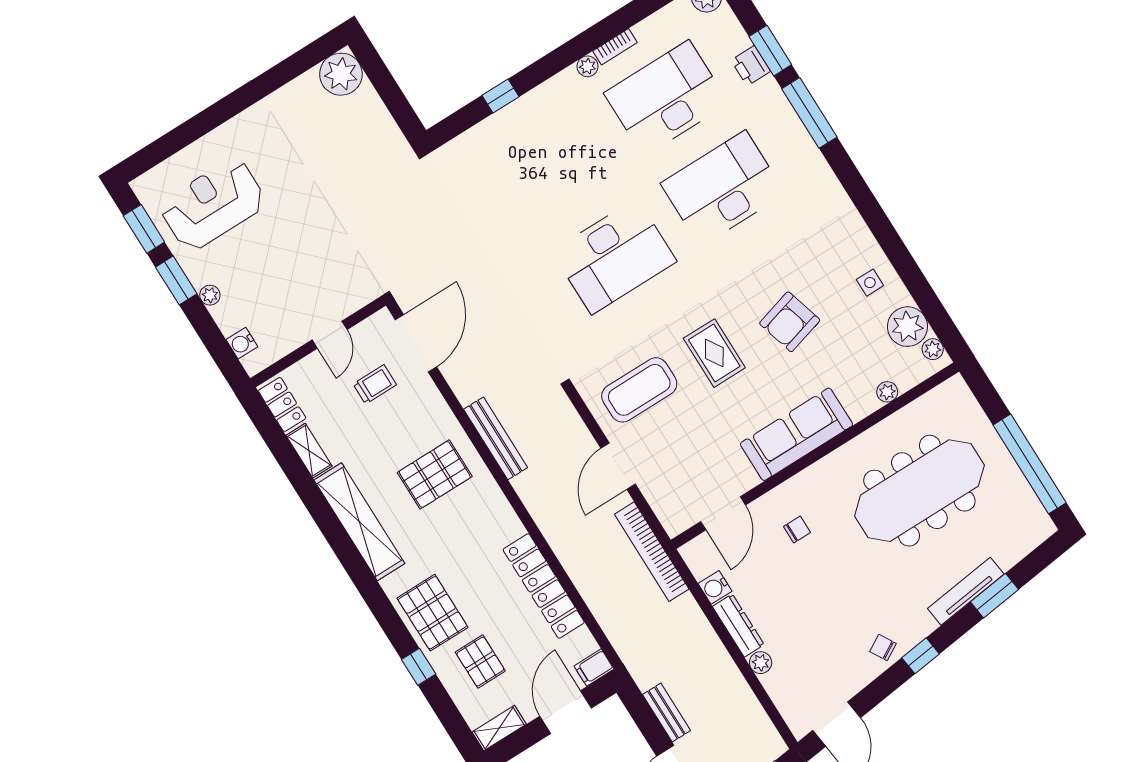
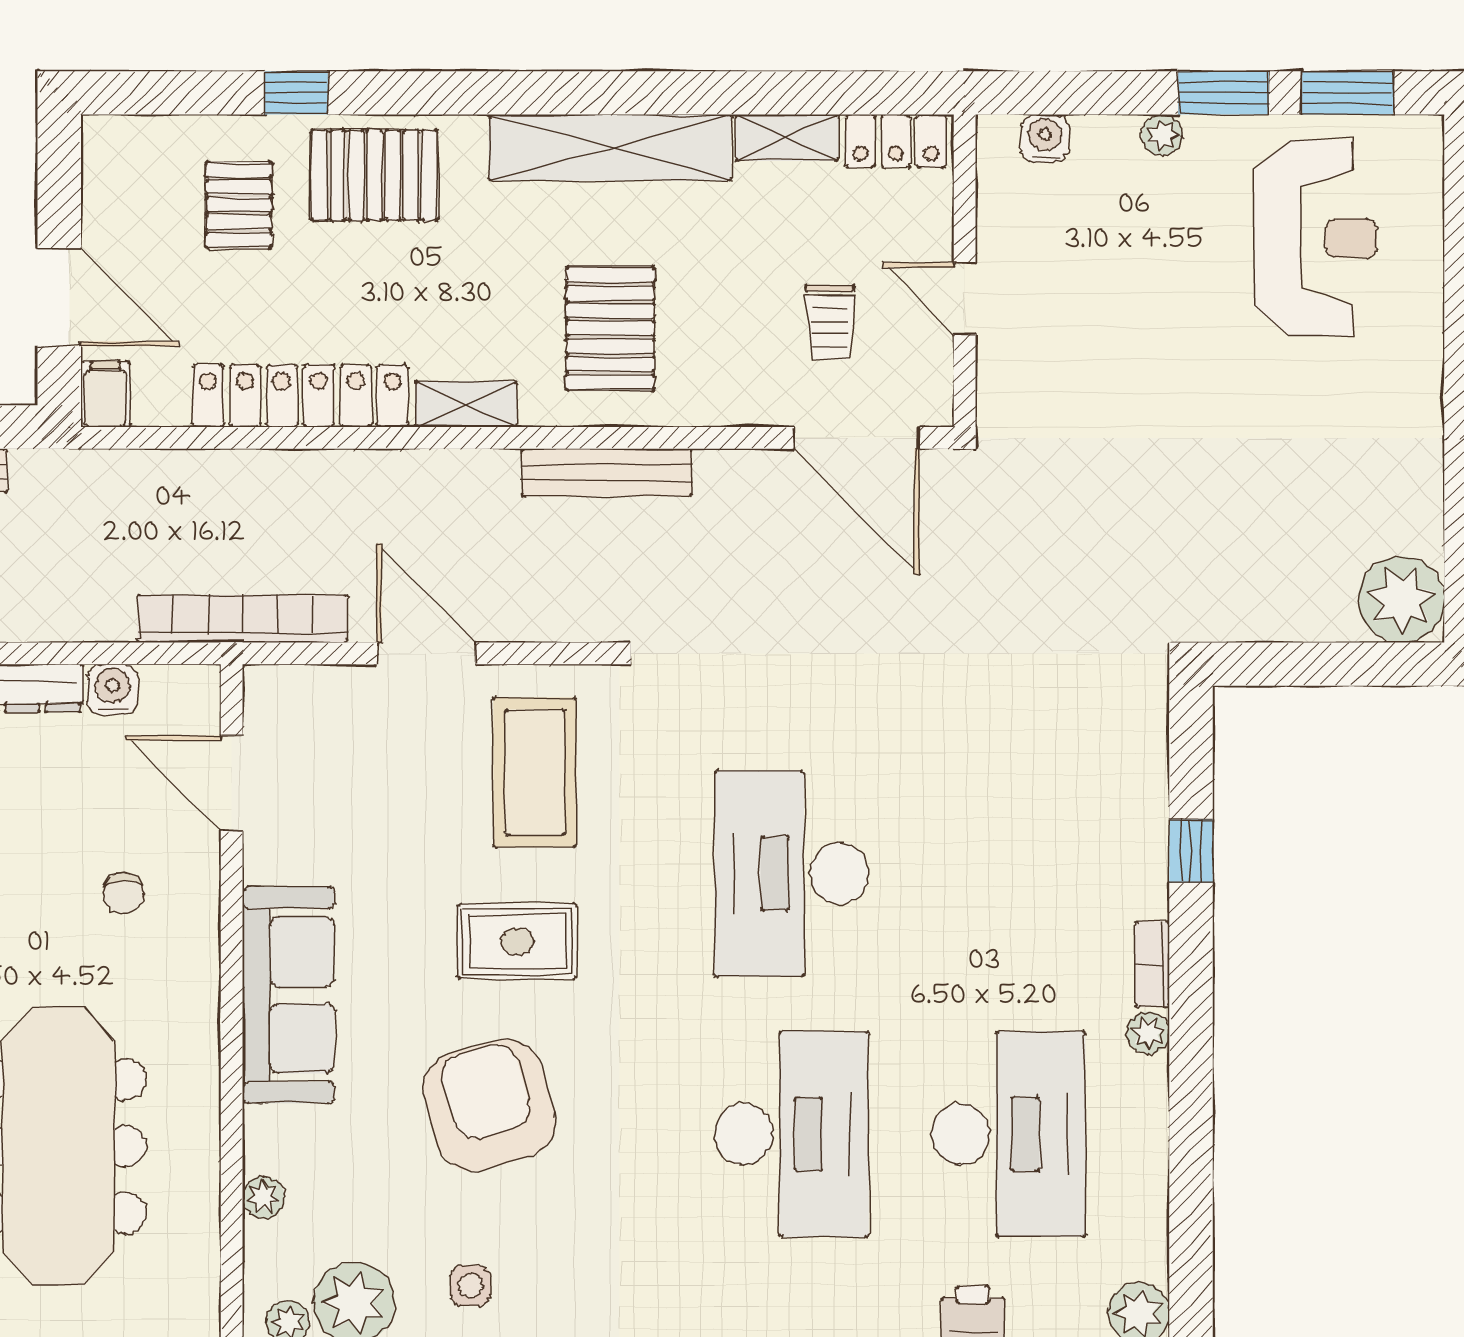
bookcase: (615, 47) -> (1152, 964), moved
armchair: (790, 322) -> (490, 1105), width x1.36, depth x1.36
pallet: (480, 662) -> (239, 205), turned 90
shelving: (499, 728) -> (466, 404), moved, turned 90

